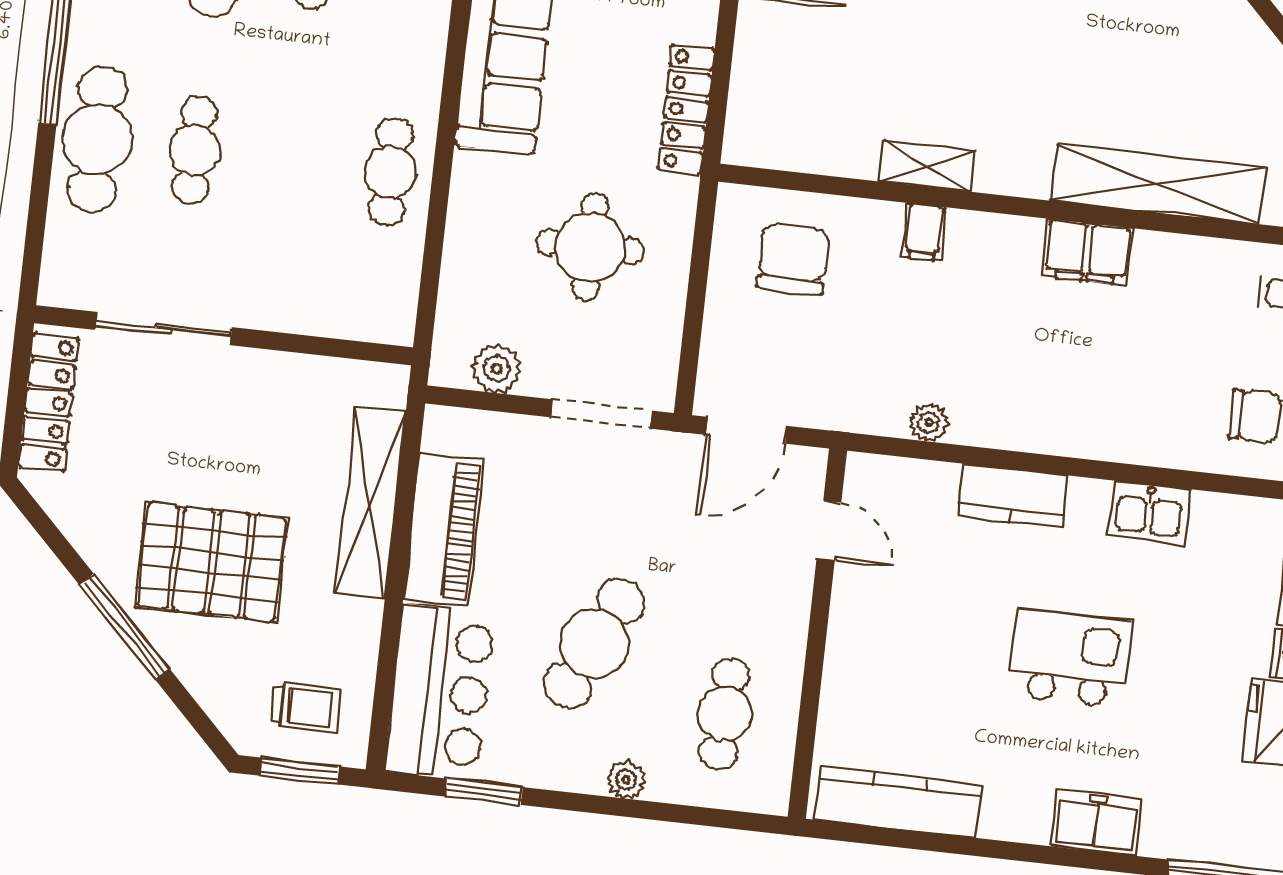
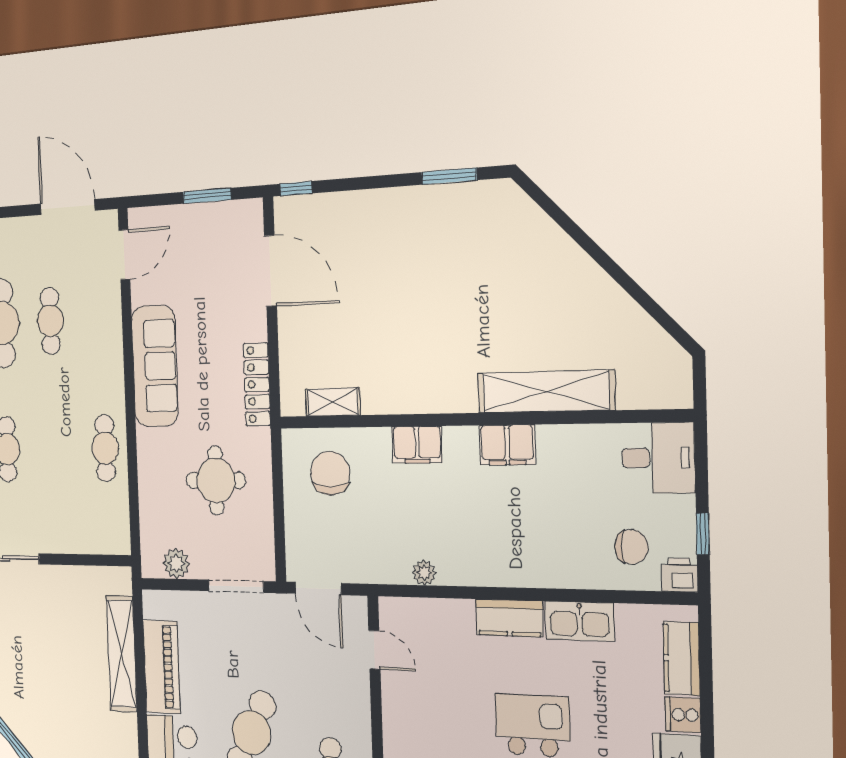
shelving: (927, 166) -> (333, 402), moved
filing cabinet: (924, 232) -> (417, 445), width x2.00
door: (746, 430) -> (318, 588), hinge flipped
kitchen counter: (1012, 496) -> (509, 618), moved
kitchen sink: (1149, 512) -> (579, 621), width x1.38
pallet: (211, 562) -> (48, 696), removed

